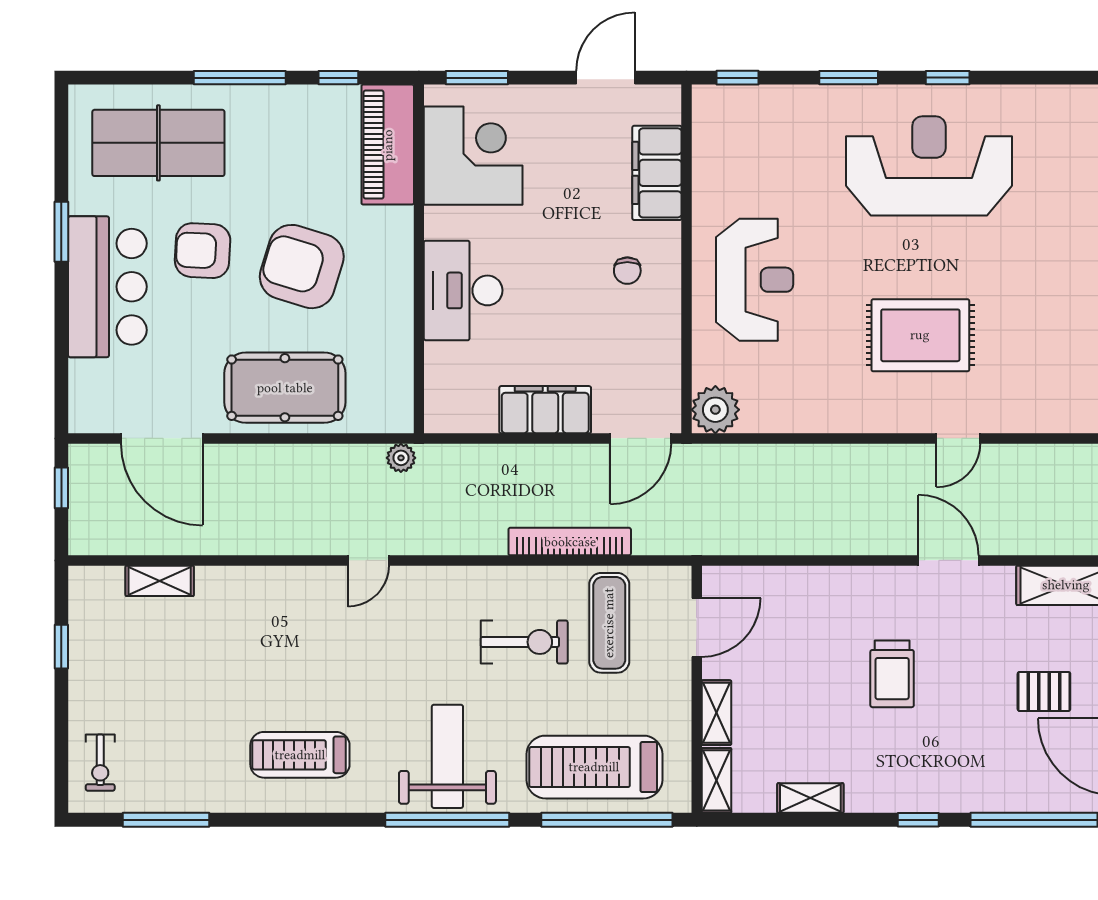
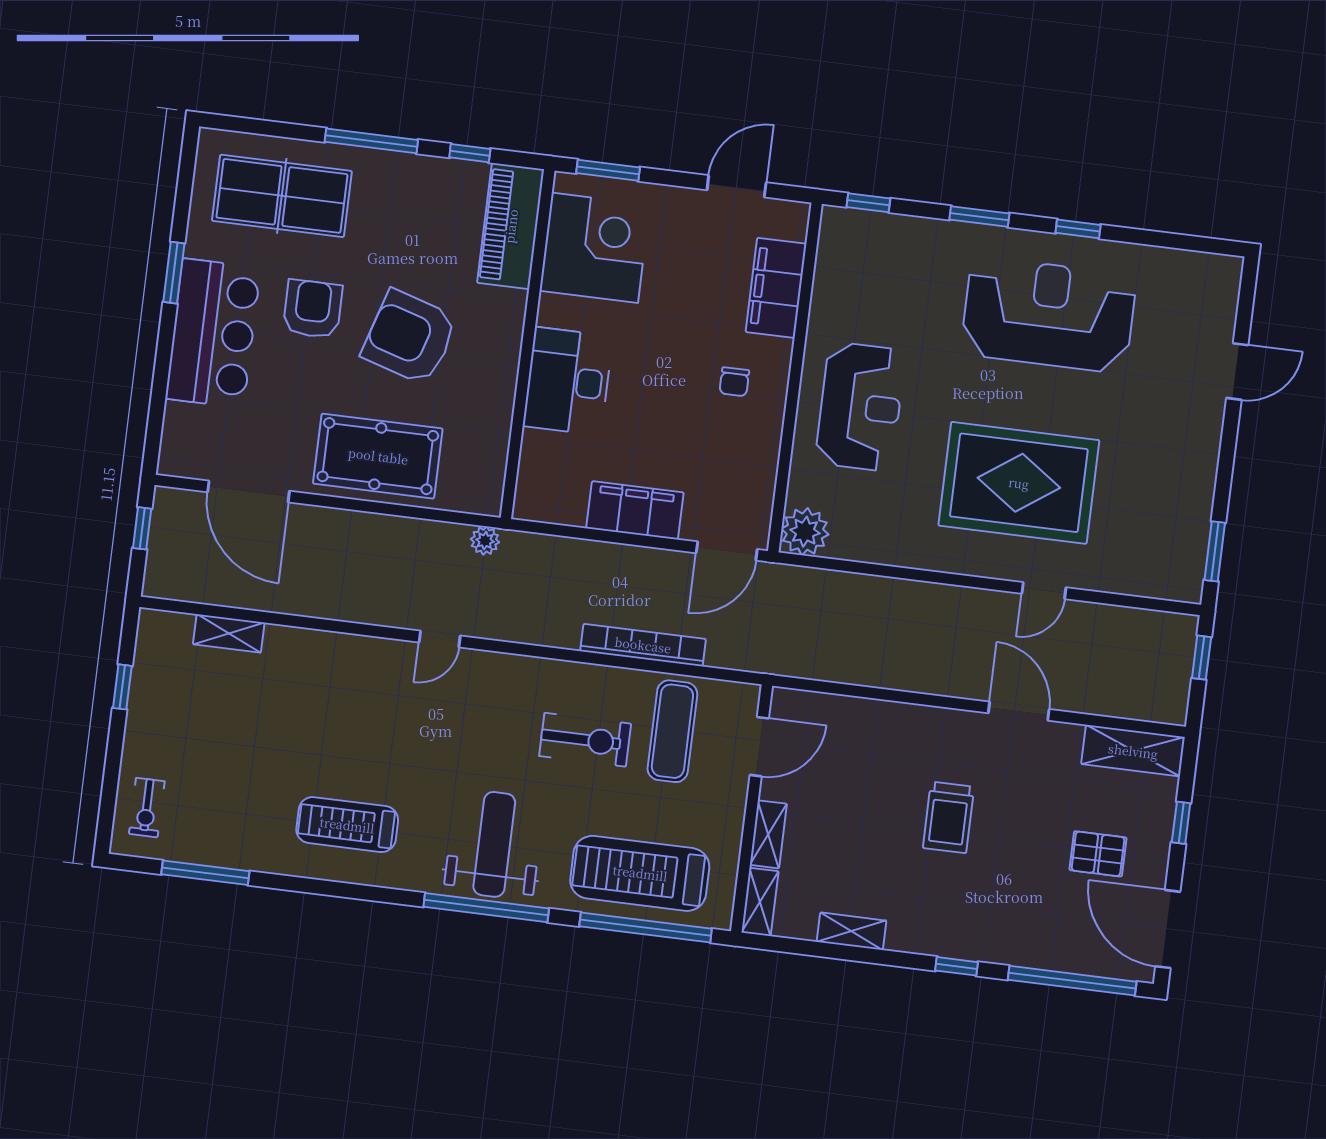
armchair: (203, 251) -> (313, 309), turned 87
rug: (920, 335) -> (1019, 483), width x1.37, depth x1.44

